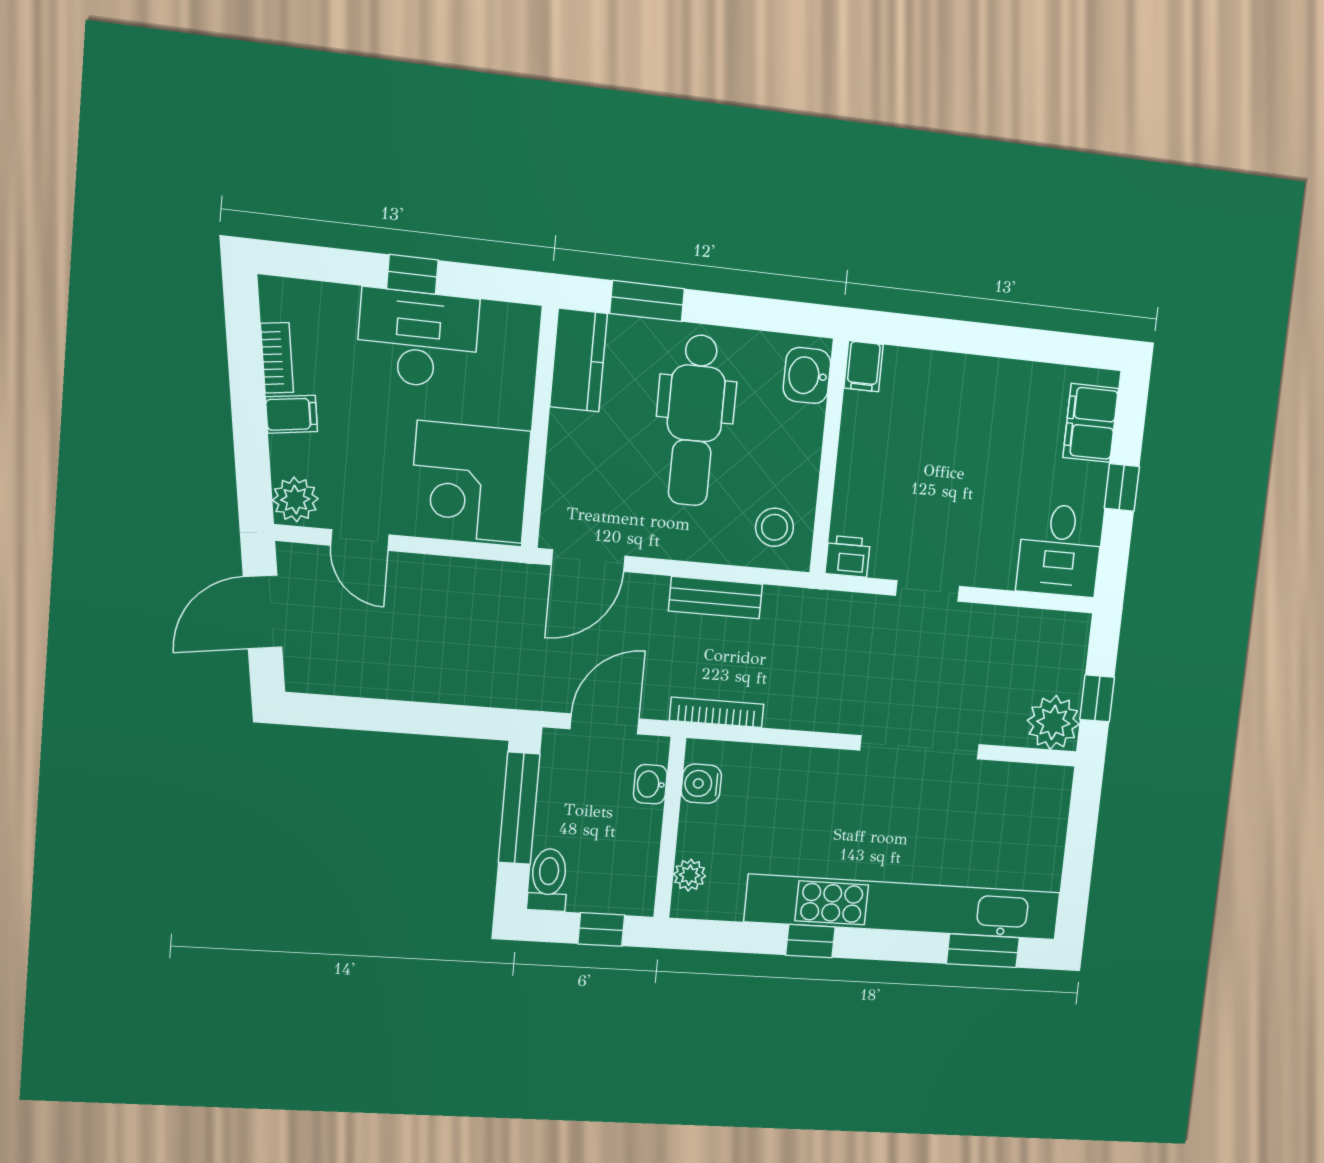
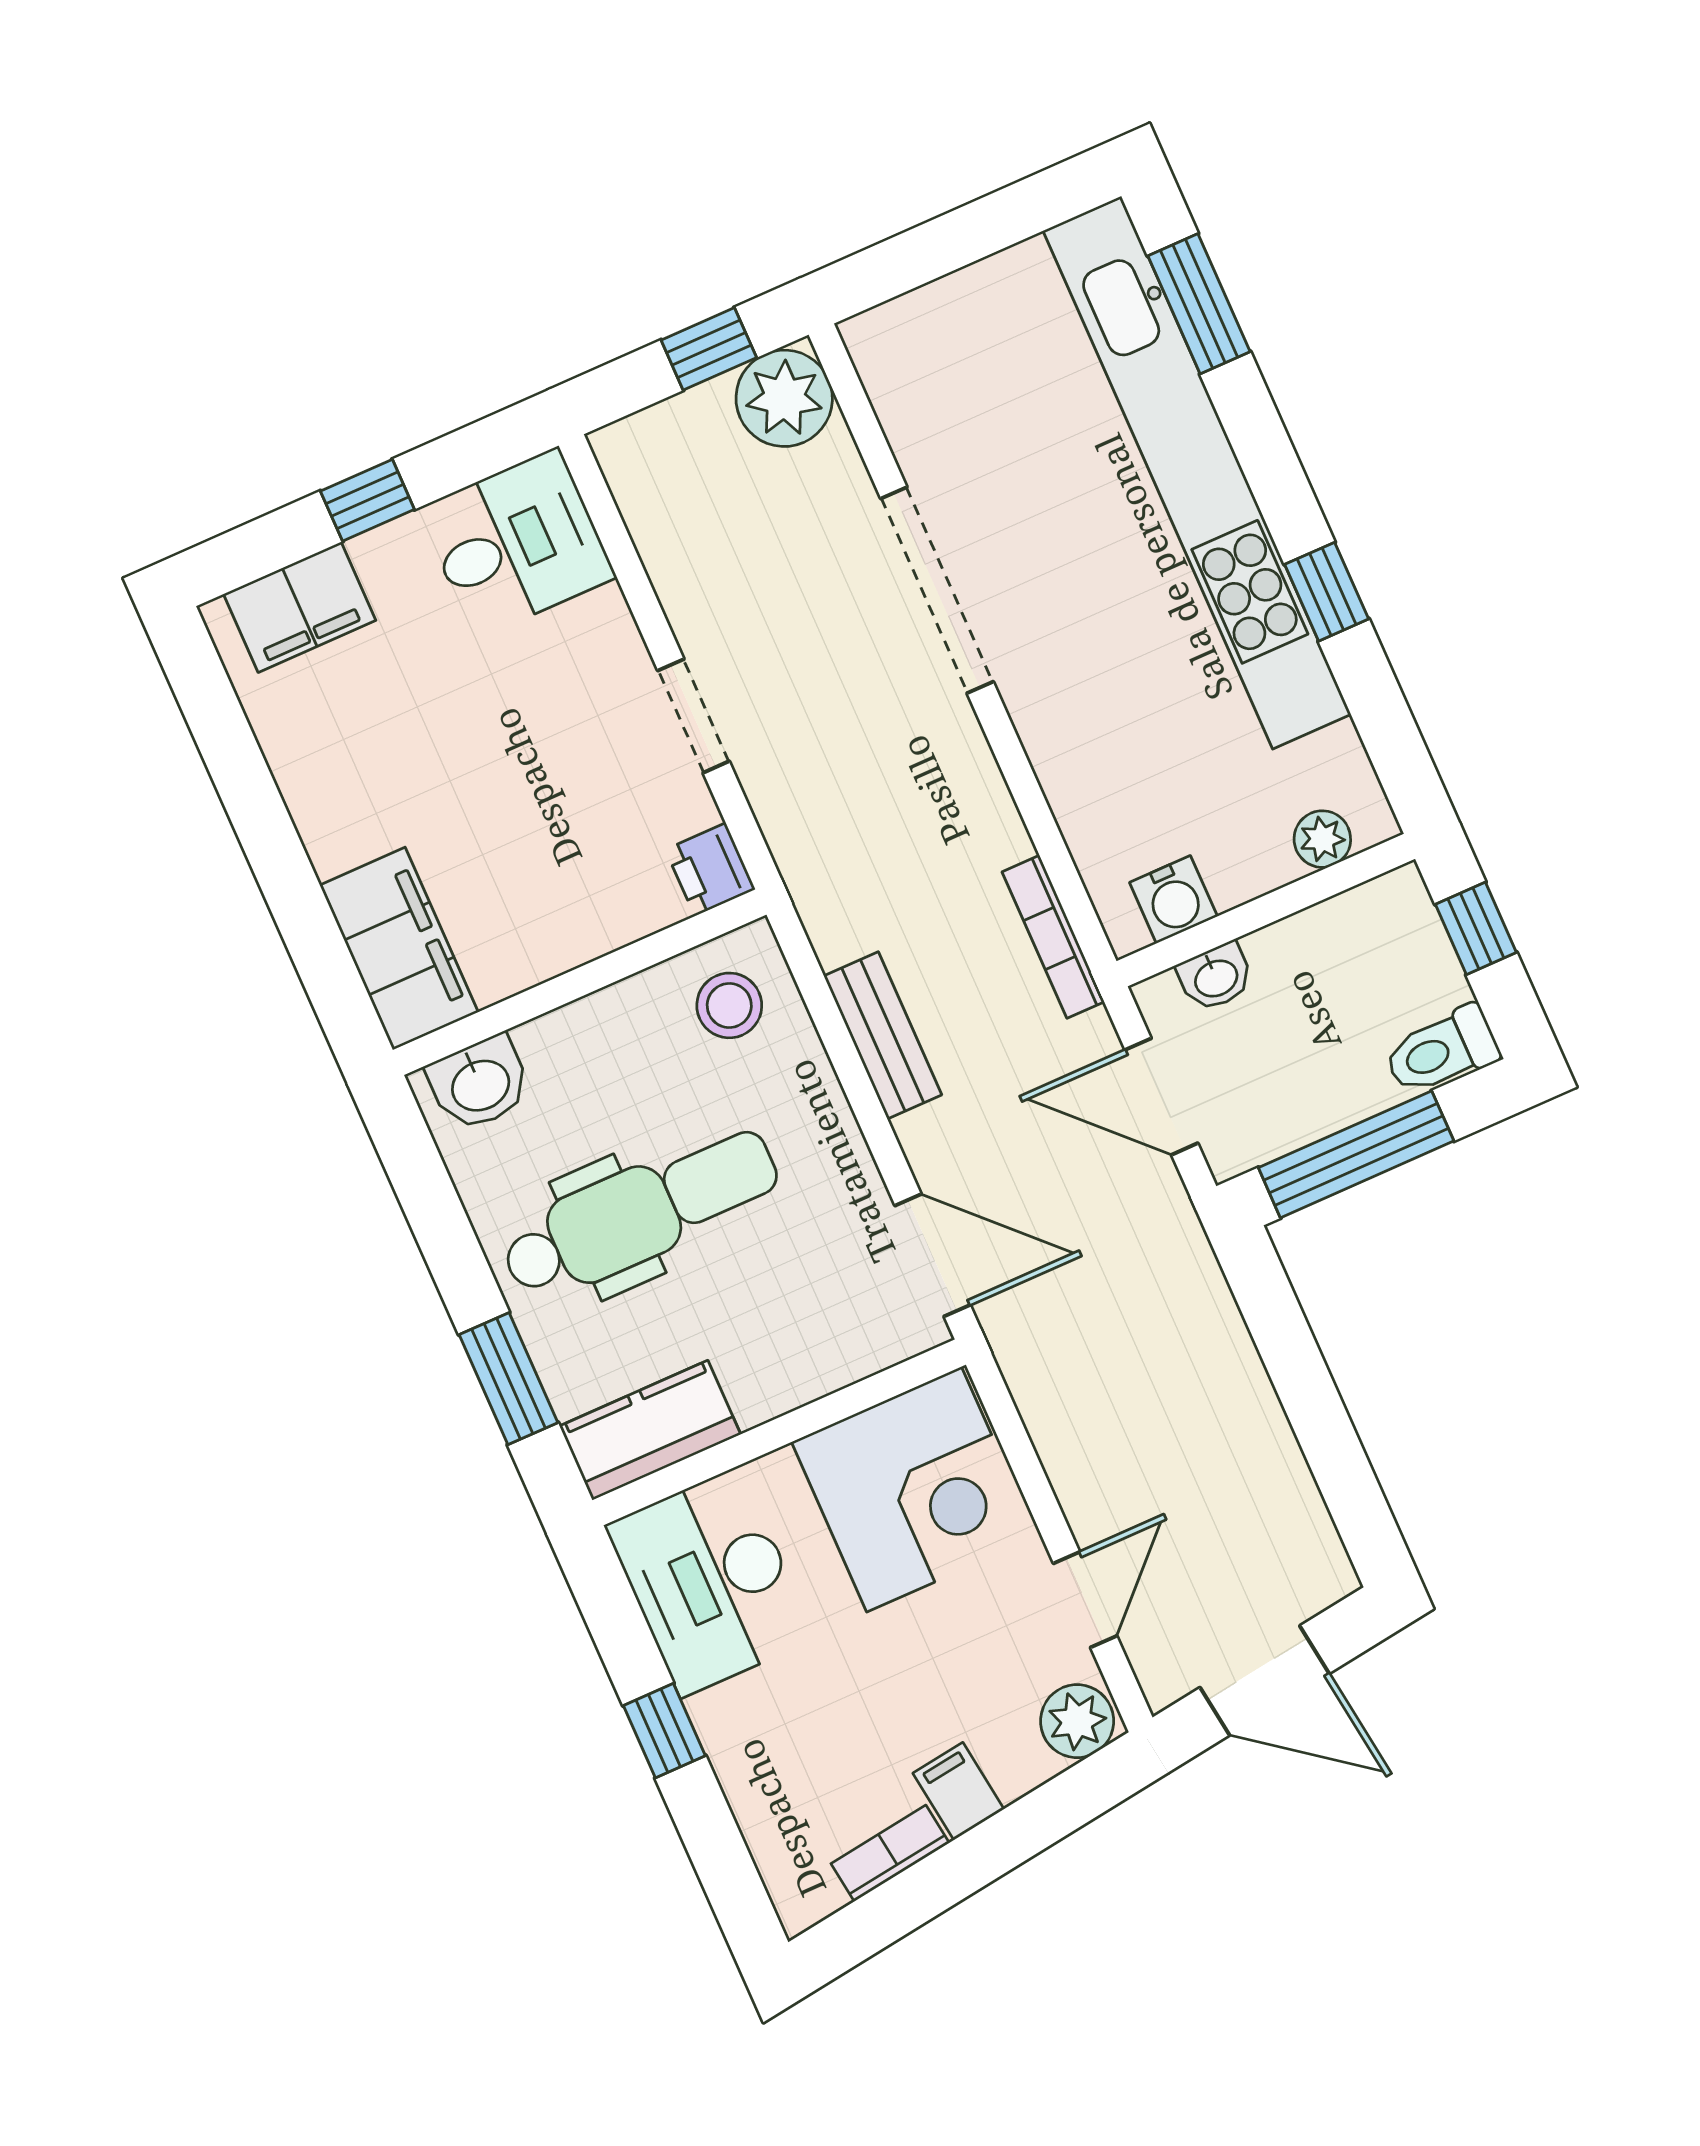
desk: (418, 339) -> (710, 1582), moved
filing cabinet: (864, 366) -> (399, 949), width x3.00, depth x1.17

